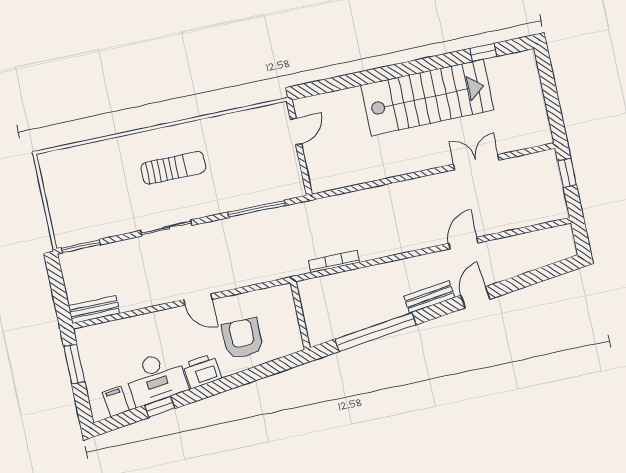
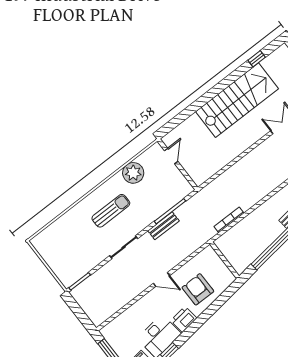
plant: (231, 129) -> (133, 173), added
bench: (94, 310) -> (163, 226), moved

